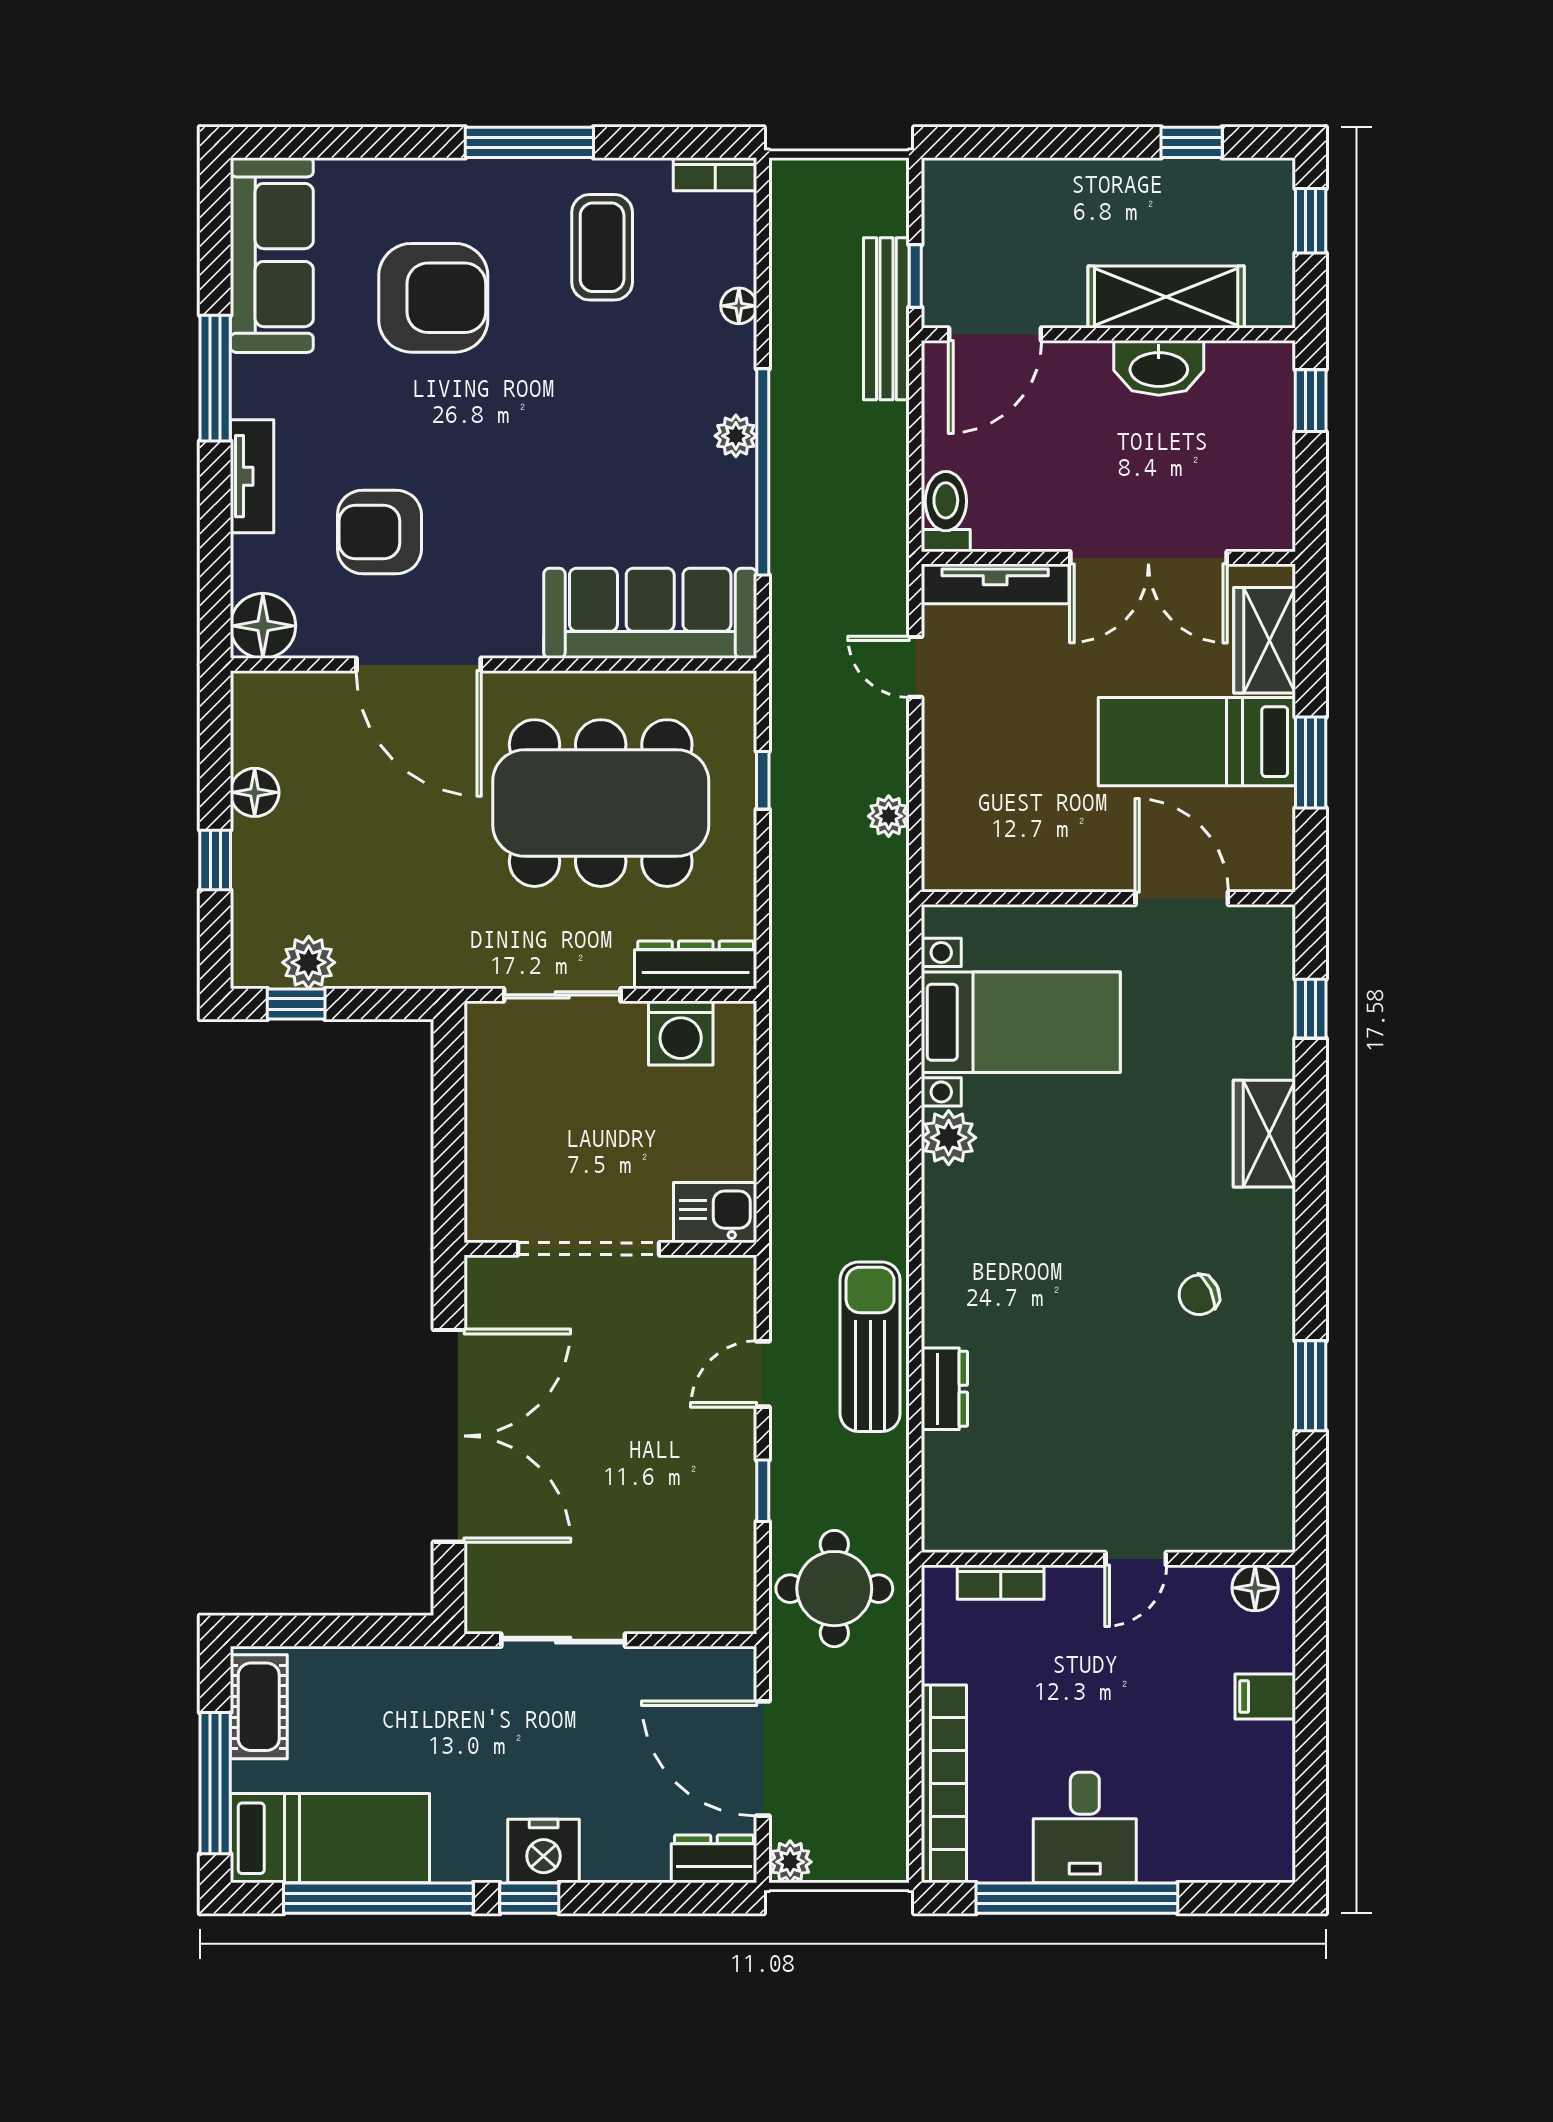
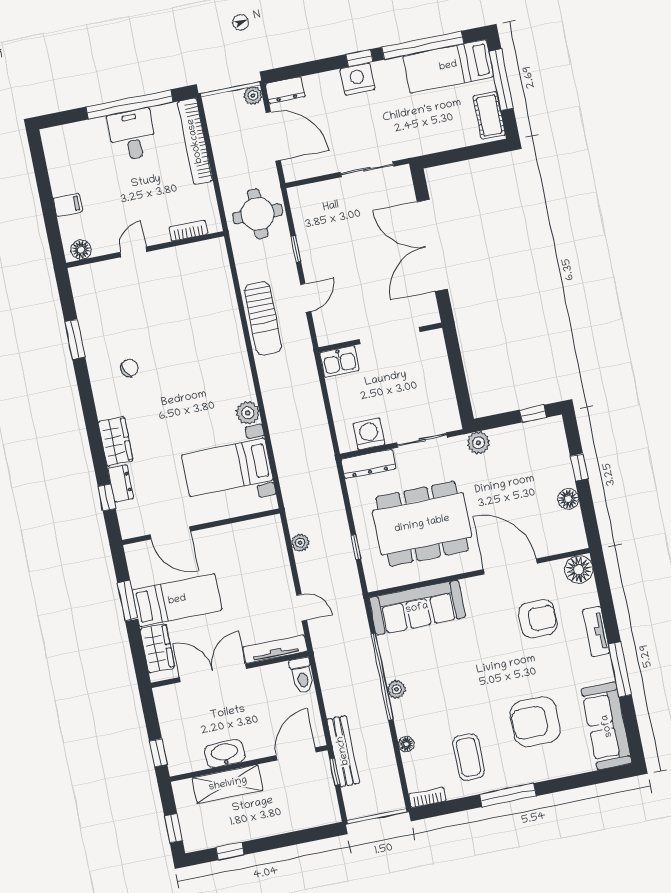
plant: (309, 962) -> (478, 443), moved
dresser: (944, 1389) -> (121, 483), moved, turned 180

